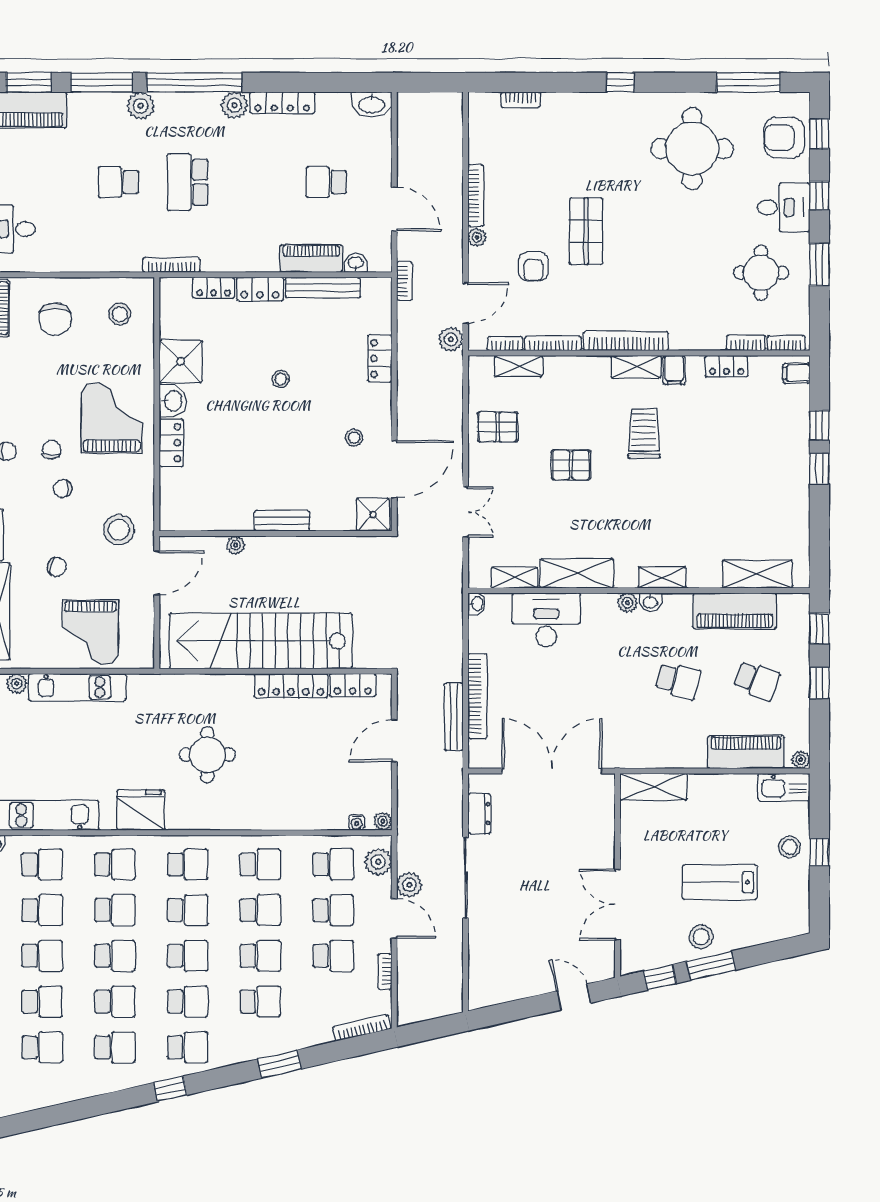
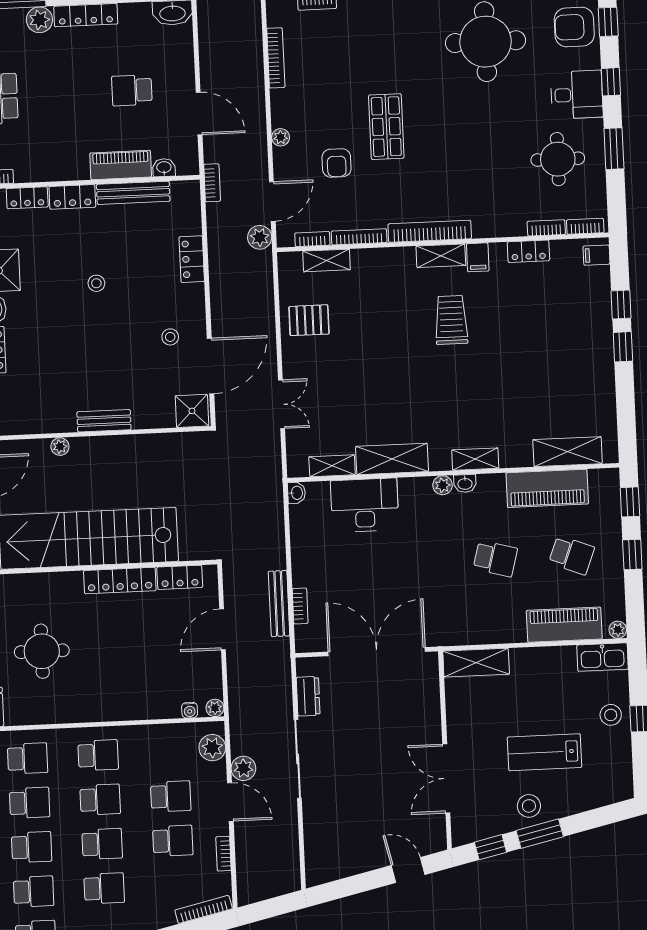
bookcase: (476, 195) -> (276, 58), moved
pallet: (571, 465) -> (382, 354), removed
bookcase: (477, 696) -> (300, 606), width x0.43, depth x0.76
school desk: (333, 864) -> (169, 752), removed

